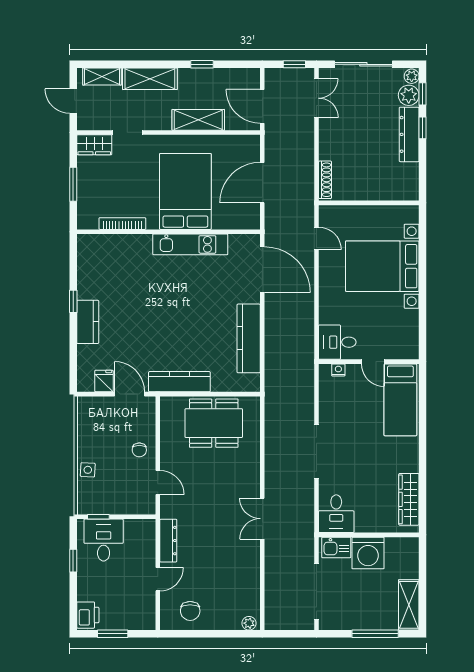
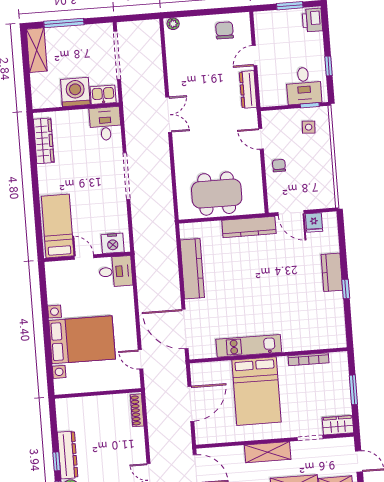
shelving: (198, 120) -> (268, 452), moved
nightstand: (338, 370) -> (113, 243), width x1.89, depth x1.79
side table: (88, 470) -> (309, 127), moved

